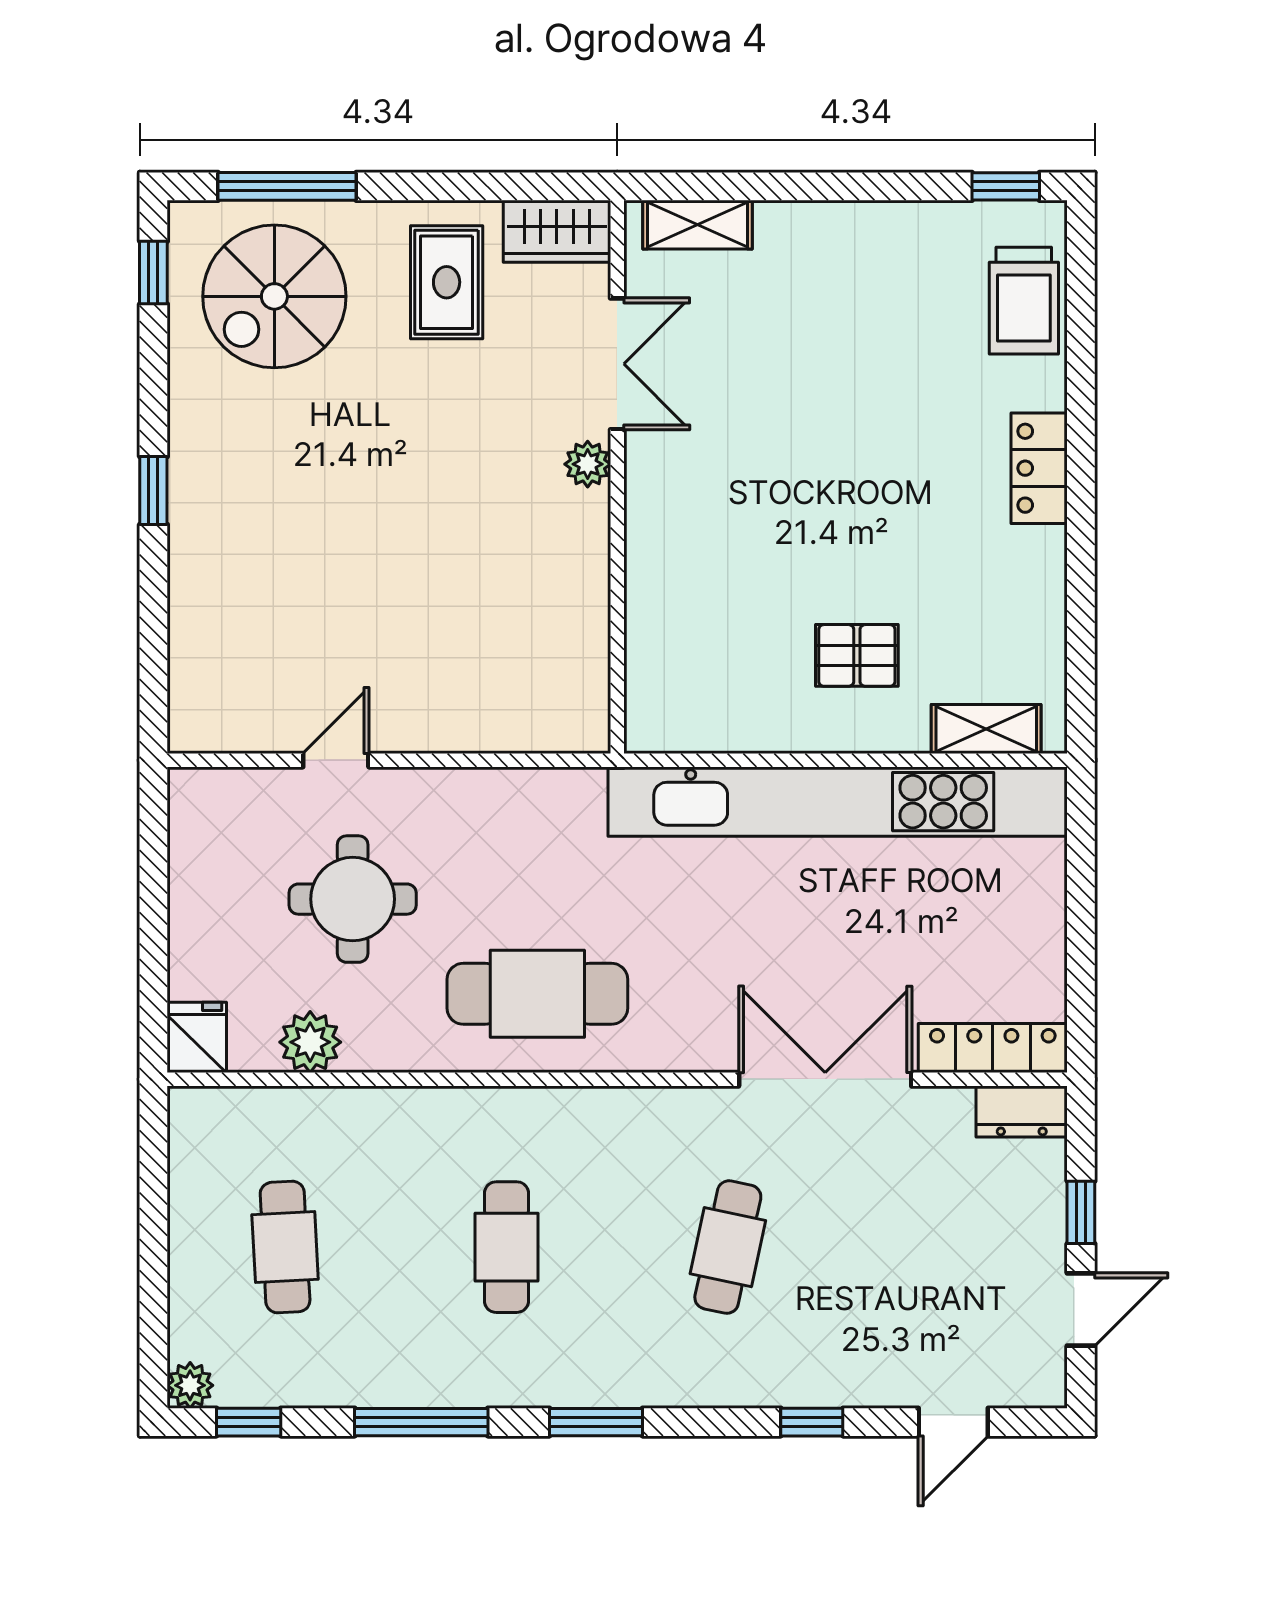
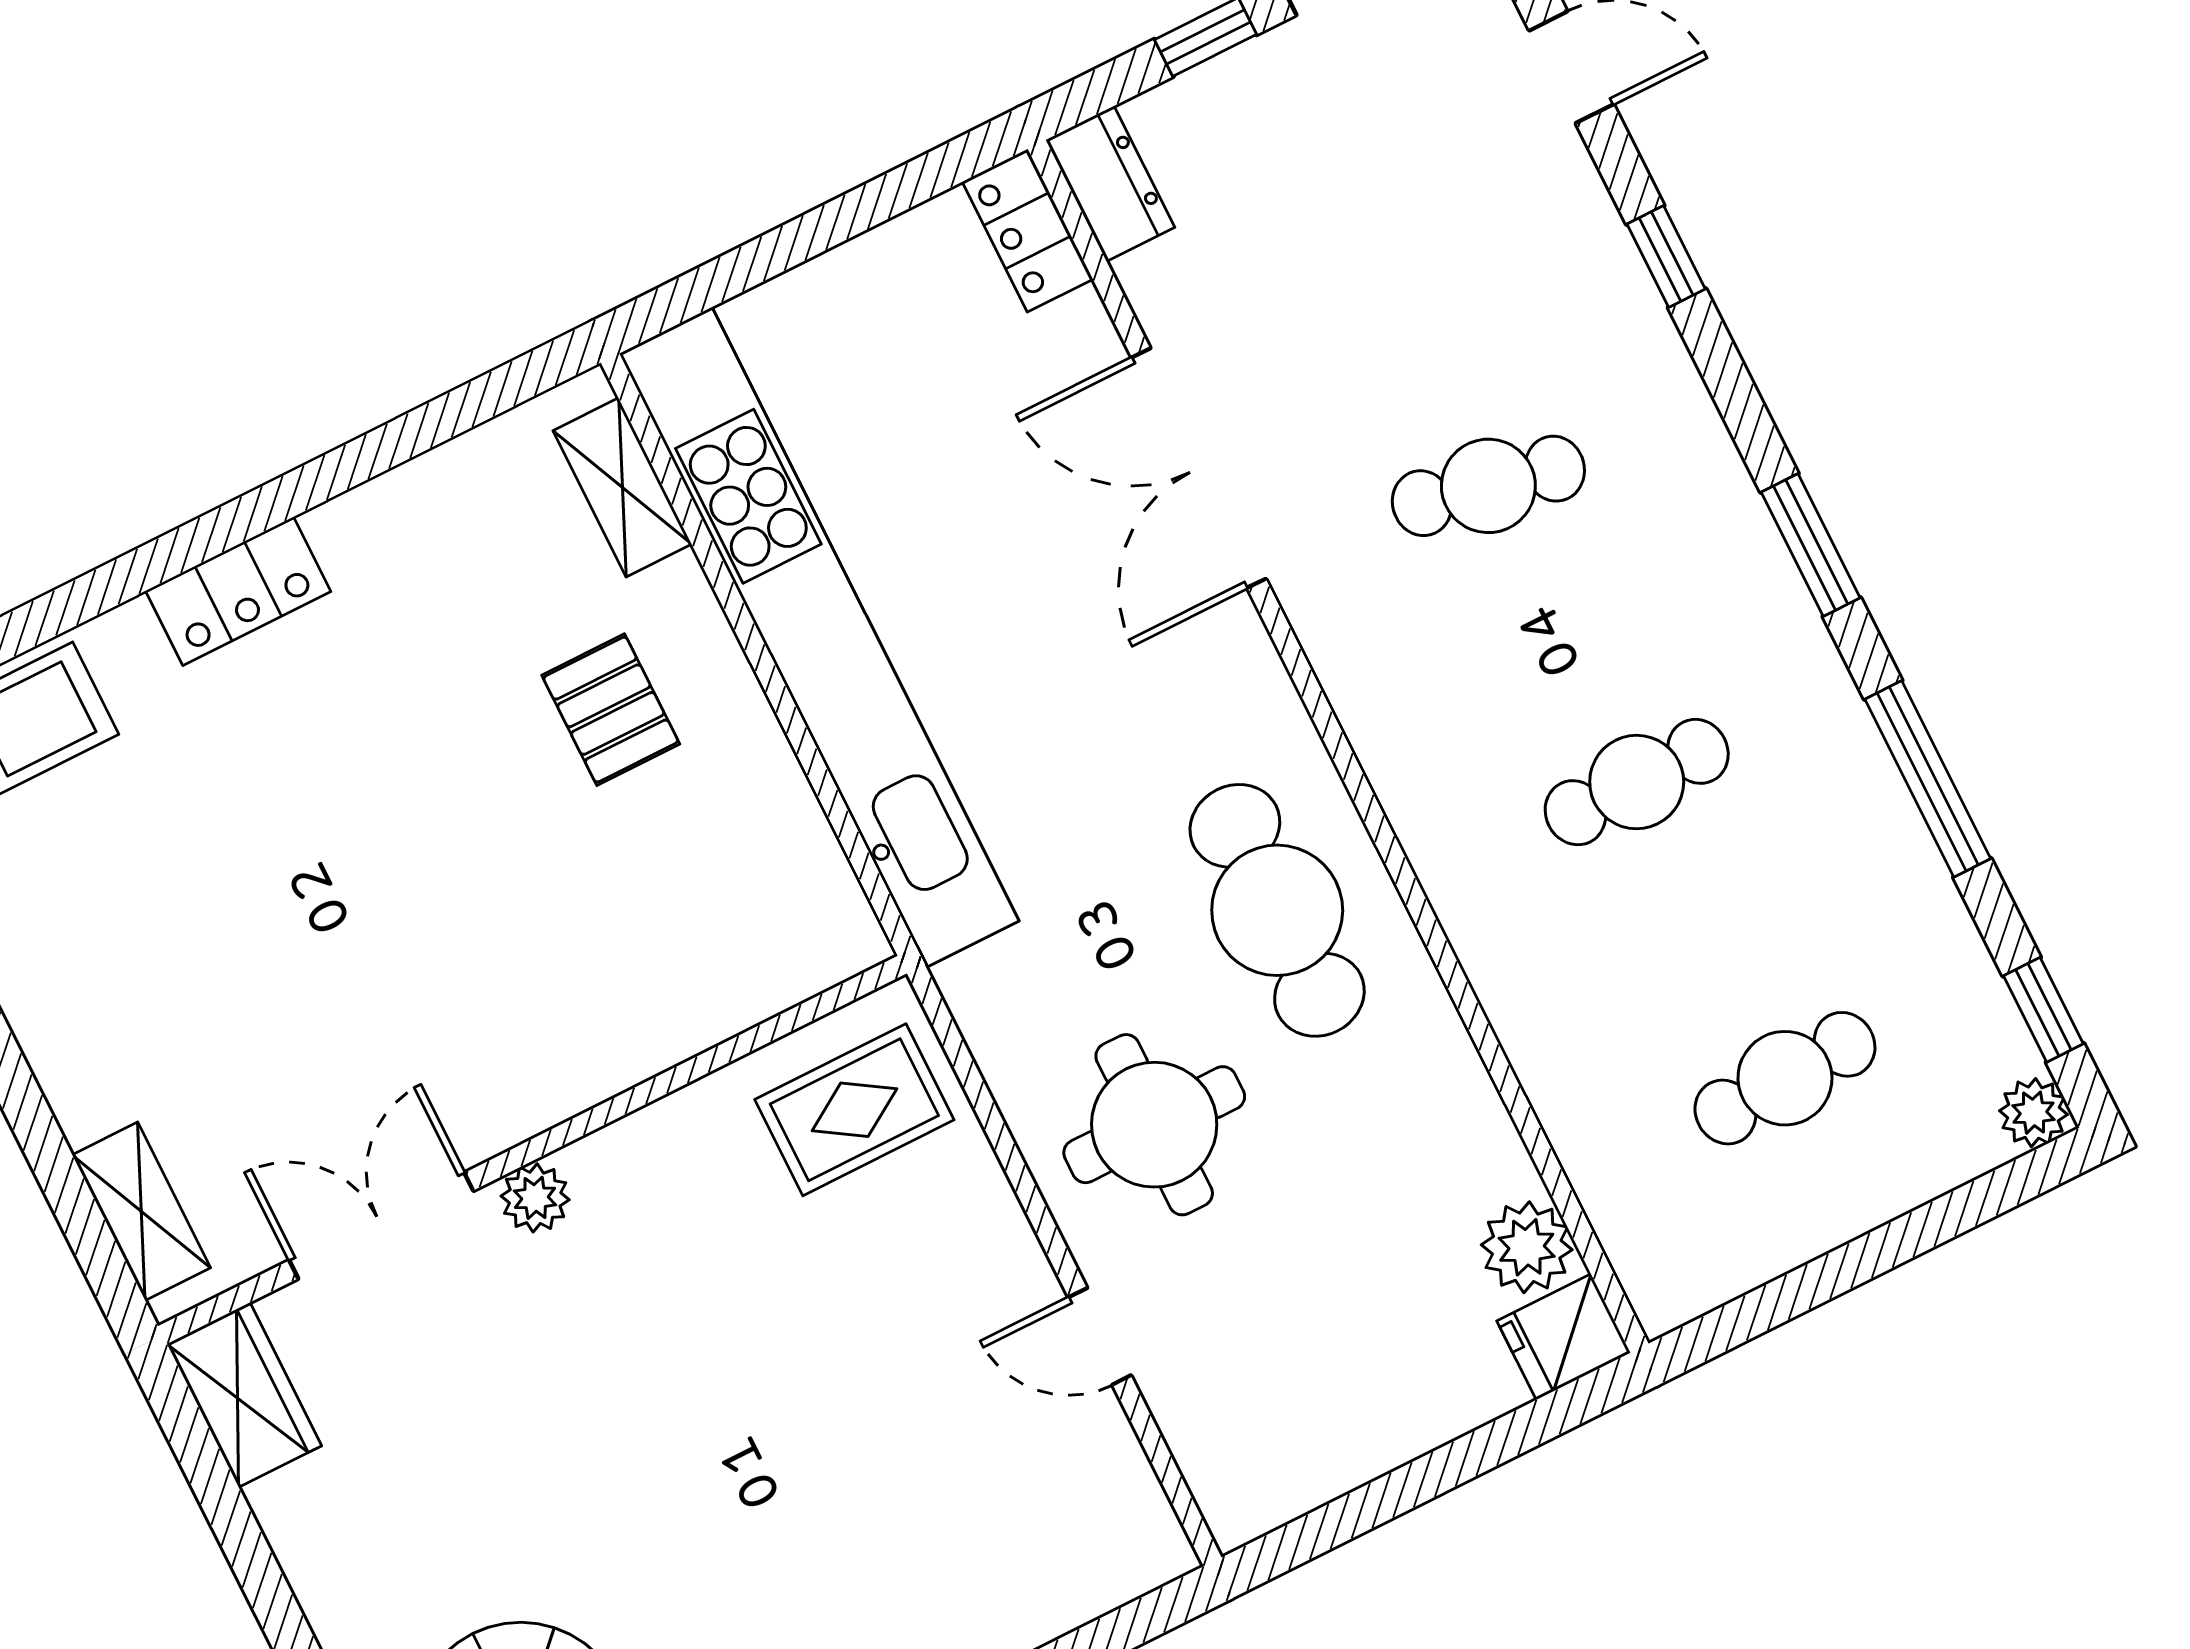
rug: (447, 282) -> (854, 1110), moved
round table: (353, 899) -> (1154, 1125), moved
plant: (310, 1042) -> (1527, 1247), moved
locker: (993, 1048) -> (1028, 231), width x0.66

